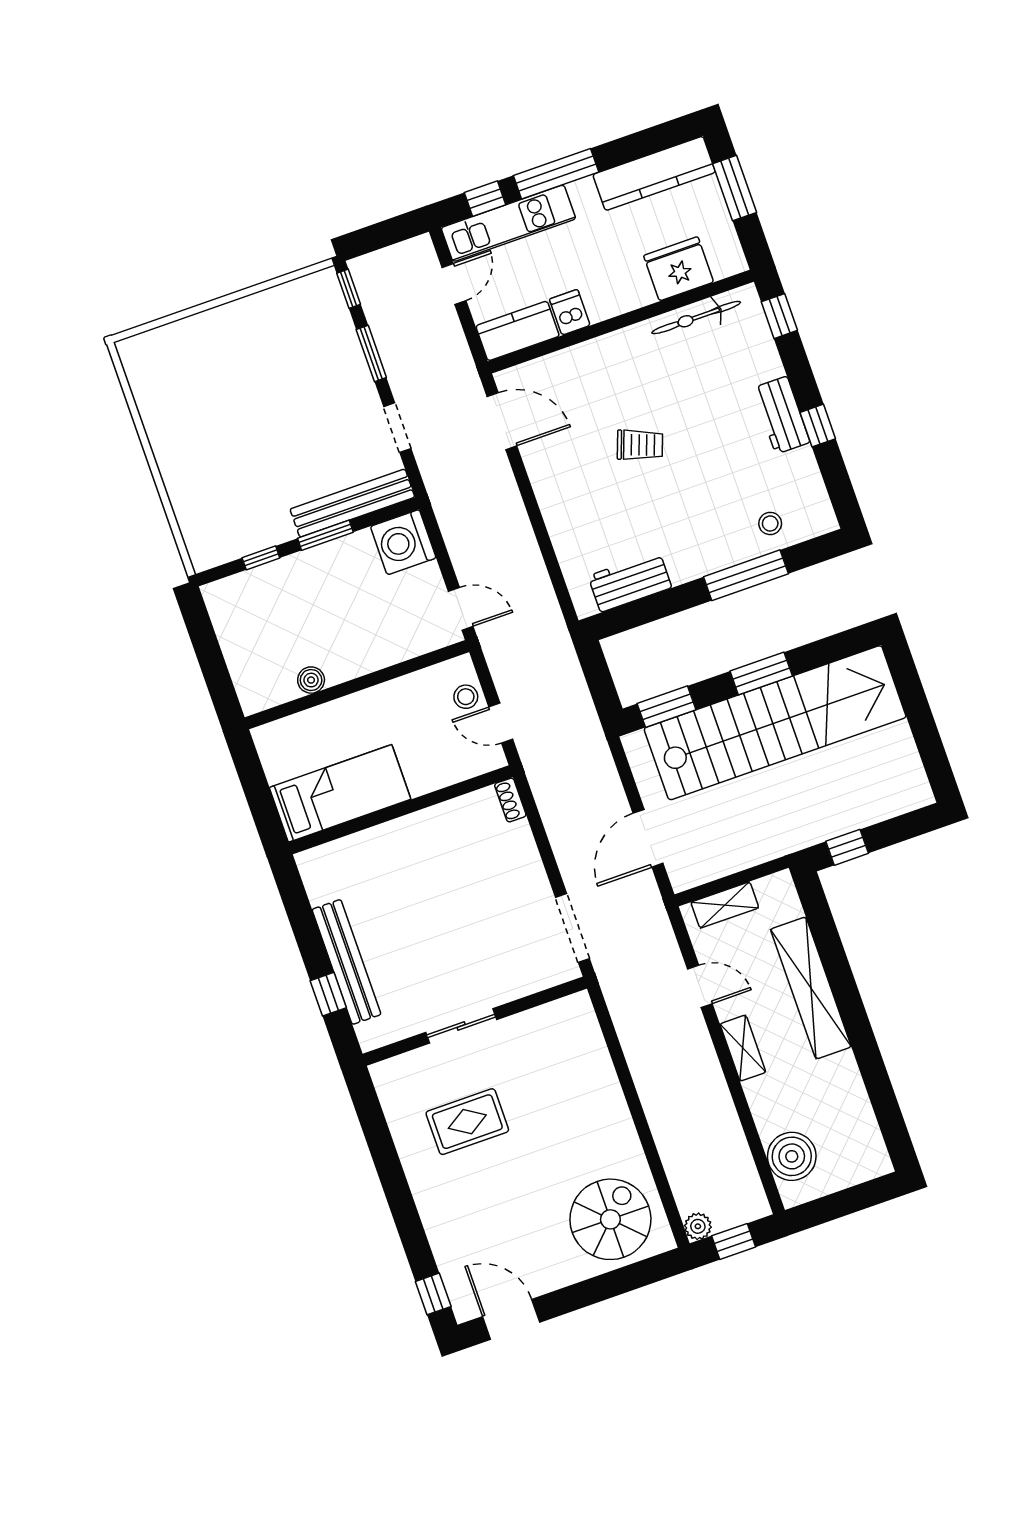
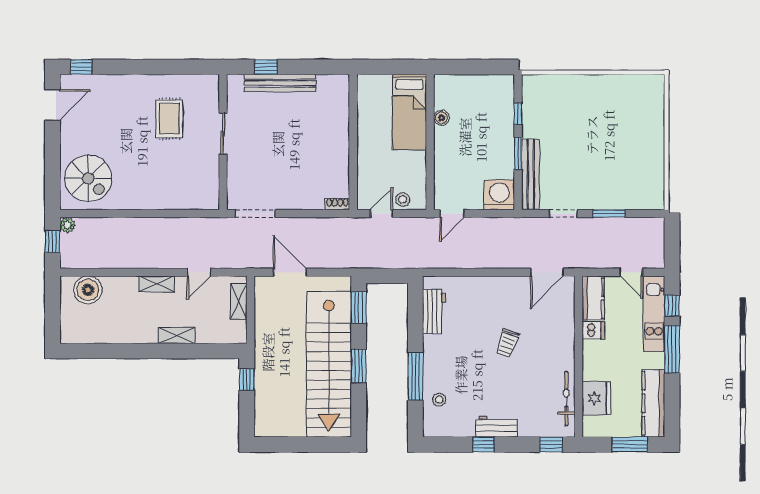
window: (349, 289) -> (649, 214), removed
bed: (340, 793) -> (409, 112), moved
shelving: (811, 988) -> (177, 336), width x0.45, depth x0.75

